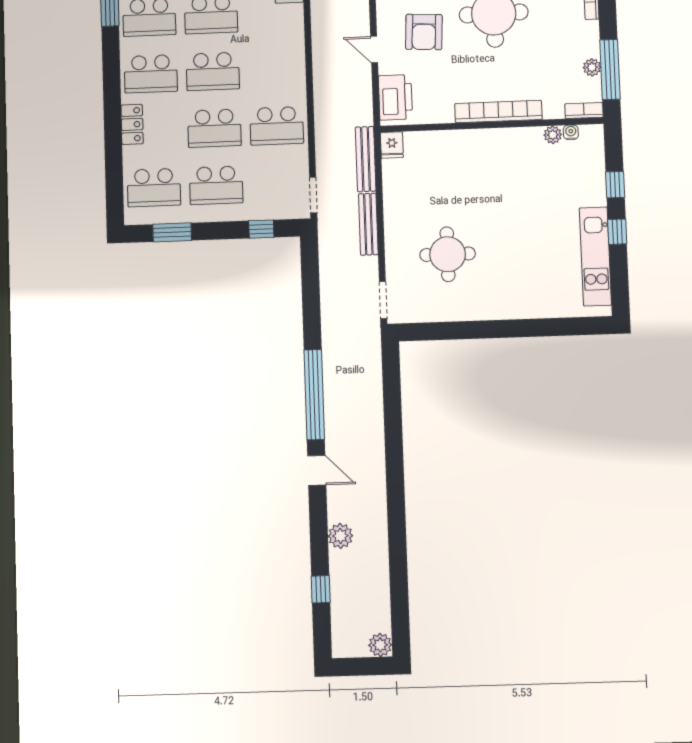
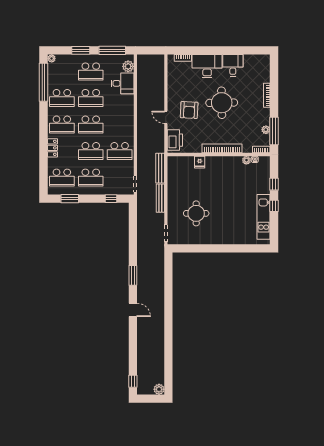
fridge: (392, 145) -> (200, 162), moved
window: (314, 395) -> (133, 275), width x0.47
plant: (340, 536) -> (143, 340), removed
window: (321, 589) -> (133, 381), moved

